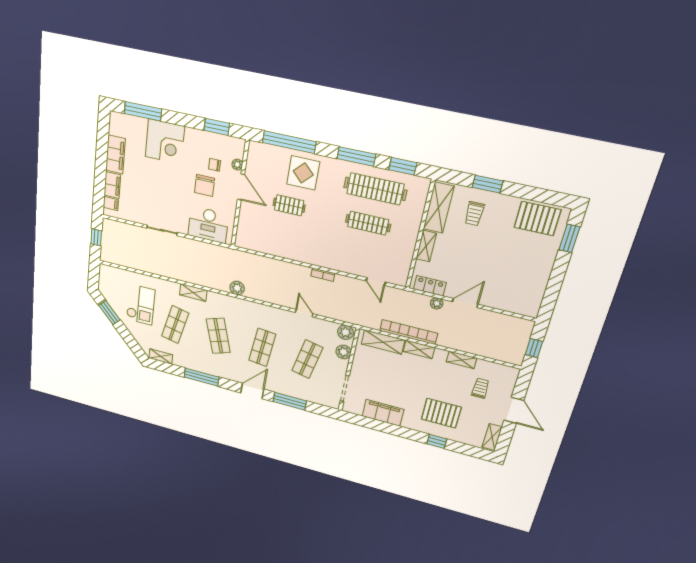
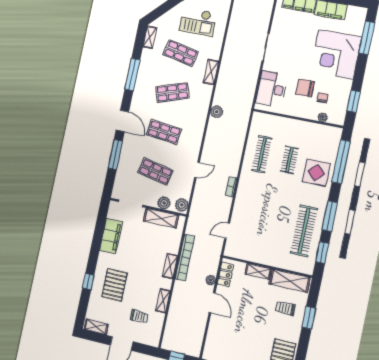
corner desk: (165, 142) -> (336, 54), width x1.36, depth x1.36
door: (241, 187) -> (304, 120), removed
clothes rail: (368, 223) -> (262, 154), moved
shelving: (383, 342) -> (161, 218), moved, turned 90

